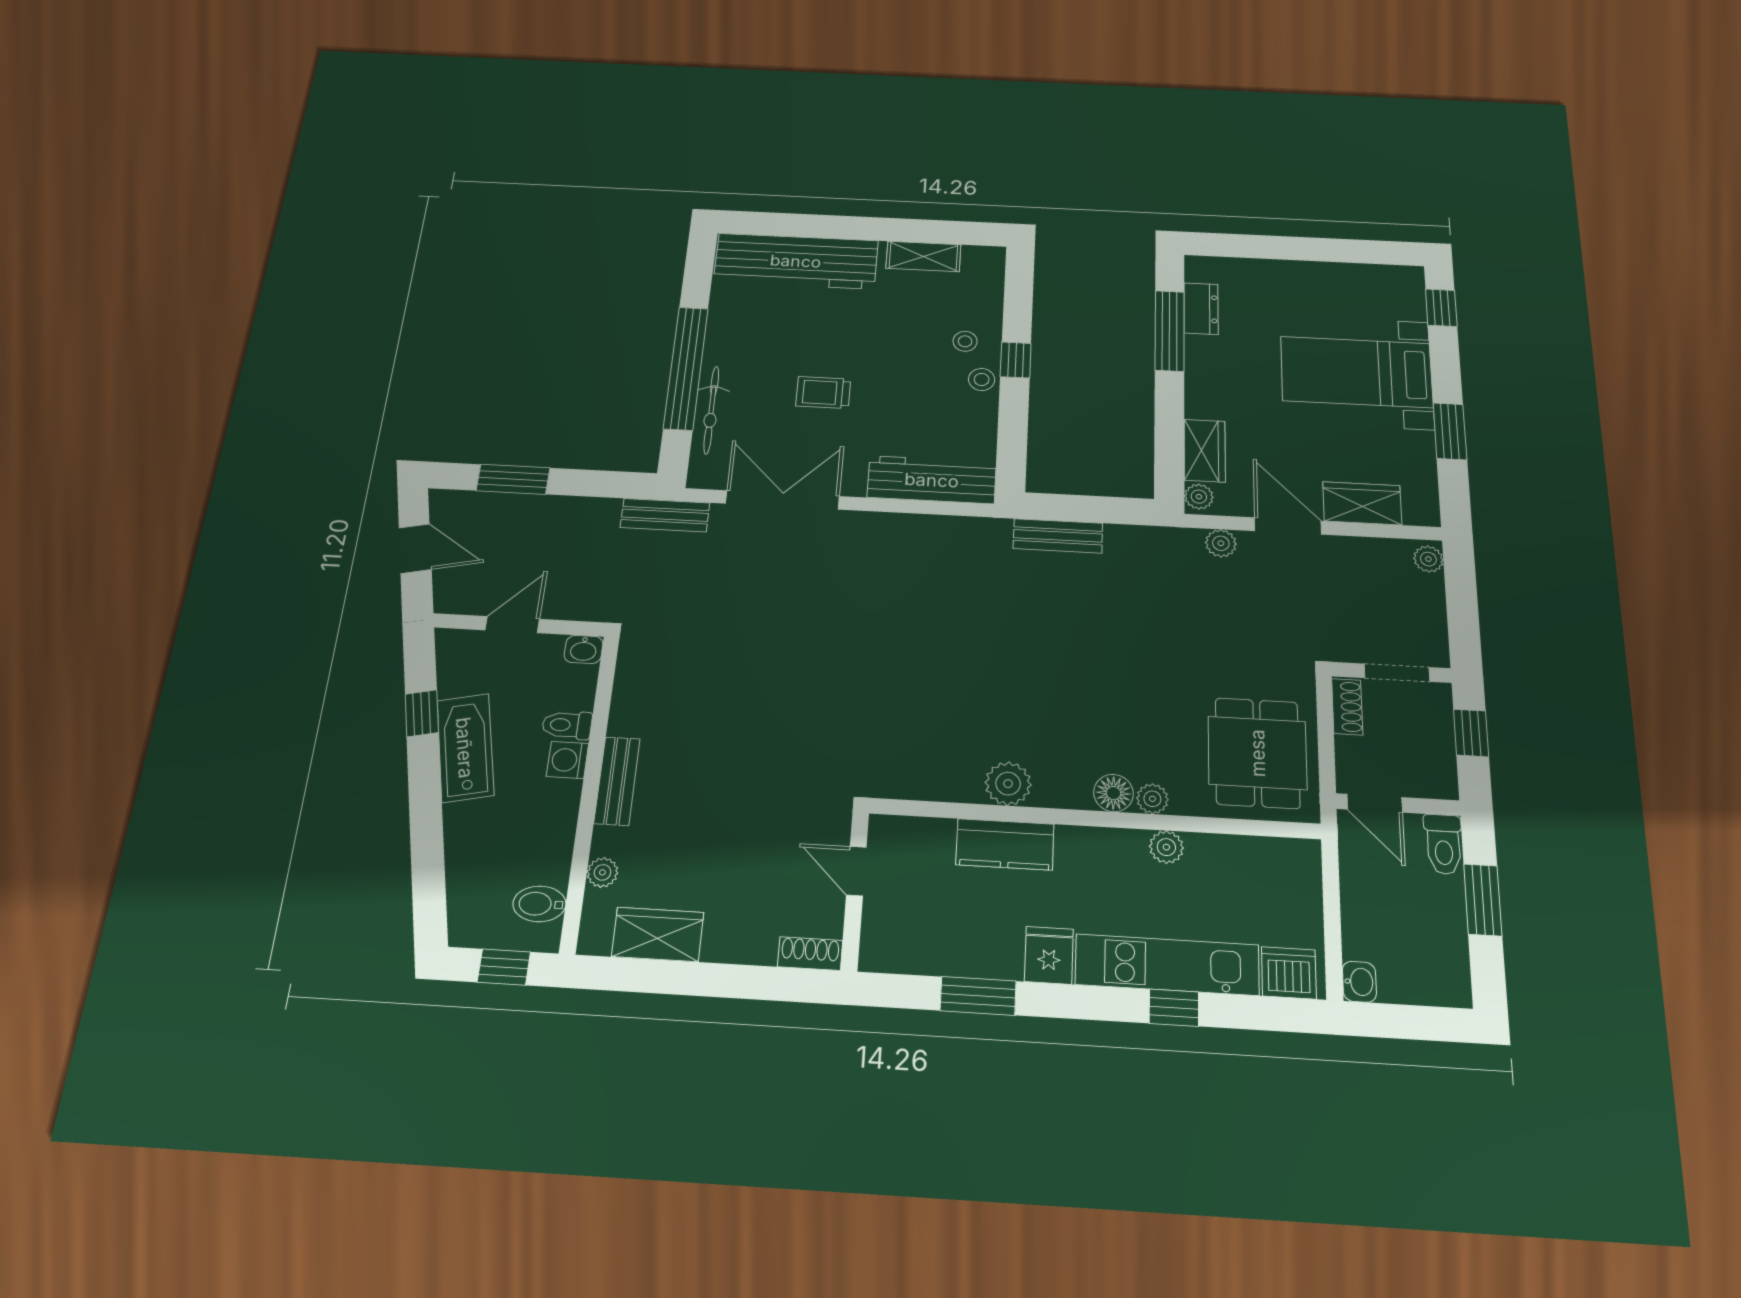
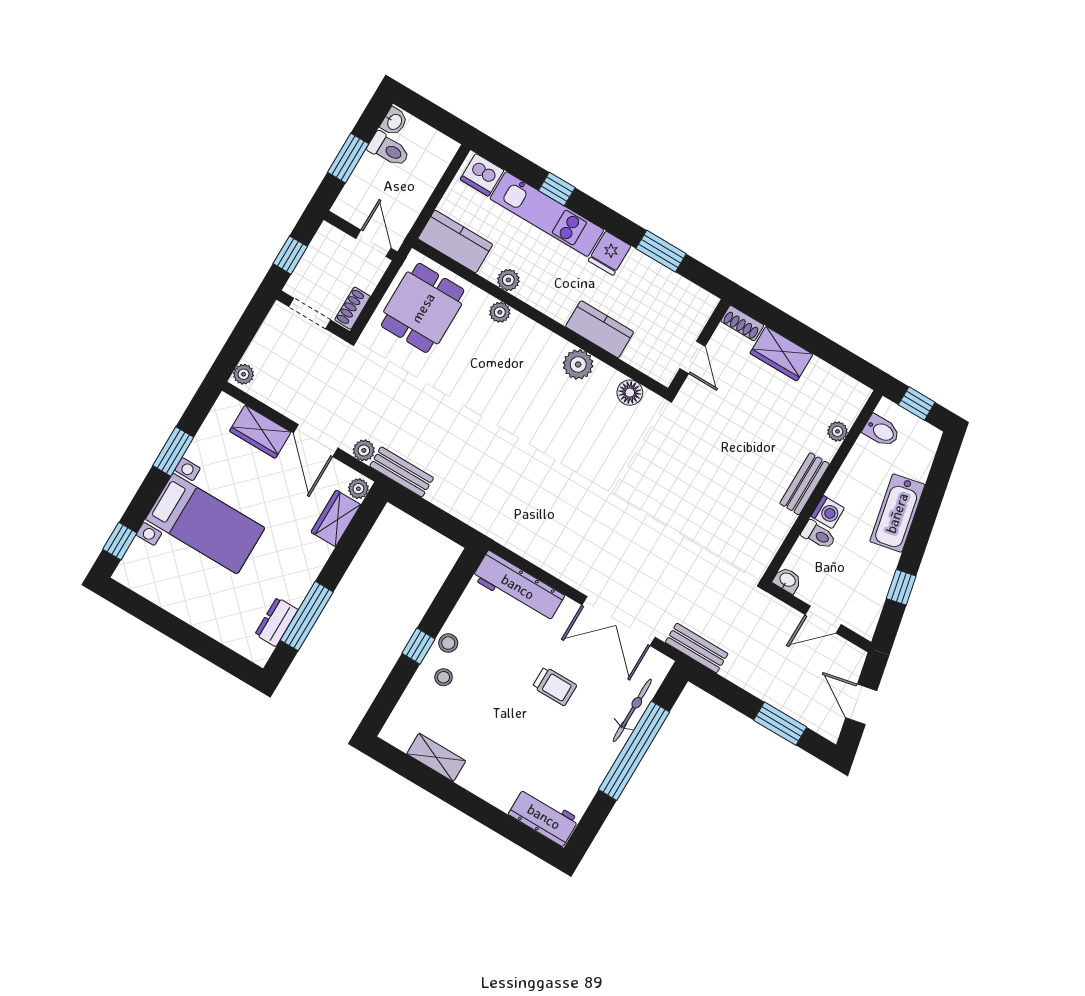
workbench: (796, 261) -> (544, 817), width x0.53, depth x0.76
bench: (1058, 536) -> (402, 472), moved
bathtub: (465, 748) -> (897, 513), moved
floor lamp: (1113, 793) -> (630, 393), moved
toilet: (1443, 844) -> (389, 149), moved, turned 90
kitchen counter: (1269, 862) -> (455, 241), added
wardrobe: (658, 934) -> (781, 354), moved
washbasin: (1359, 982) -> (394, 122), moved, turned 180

